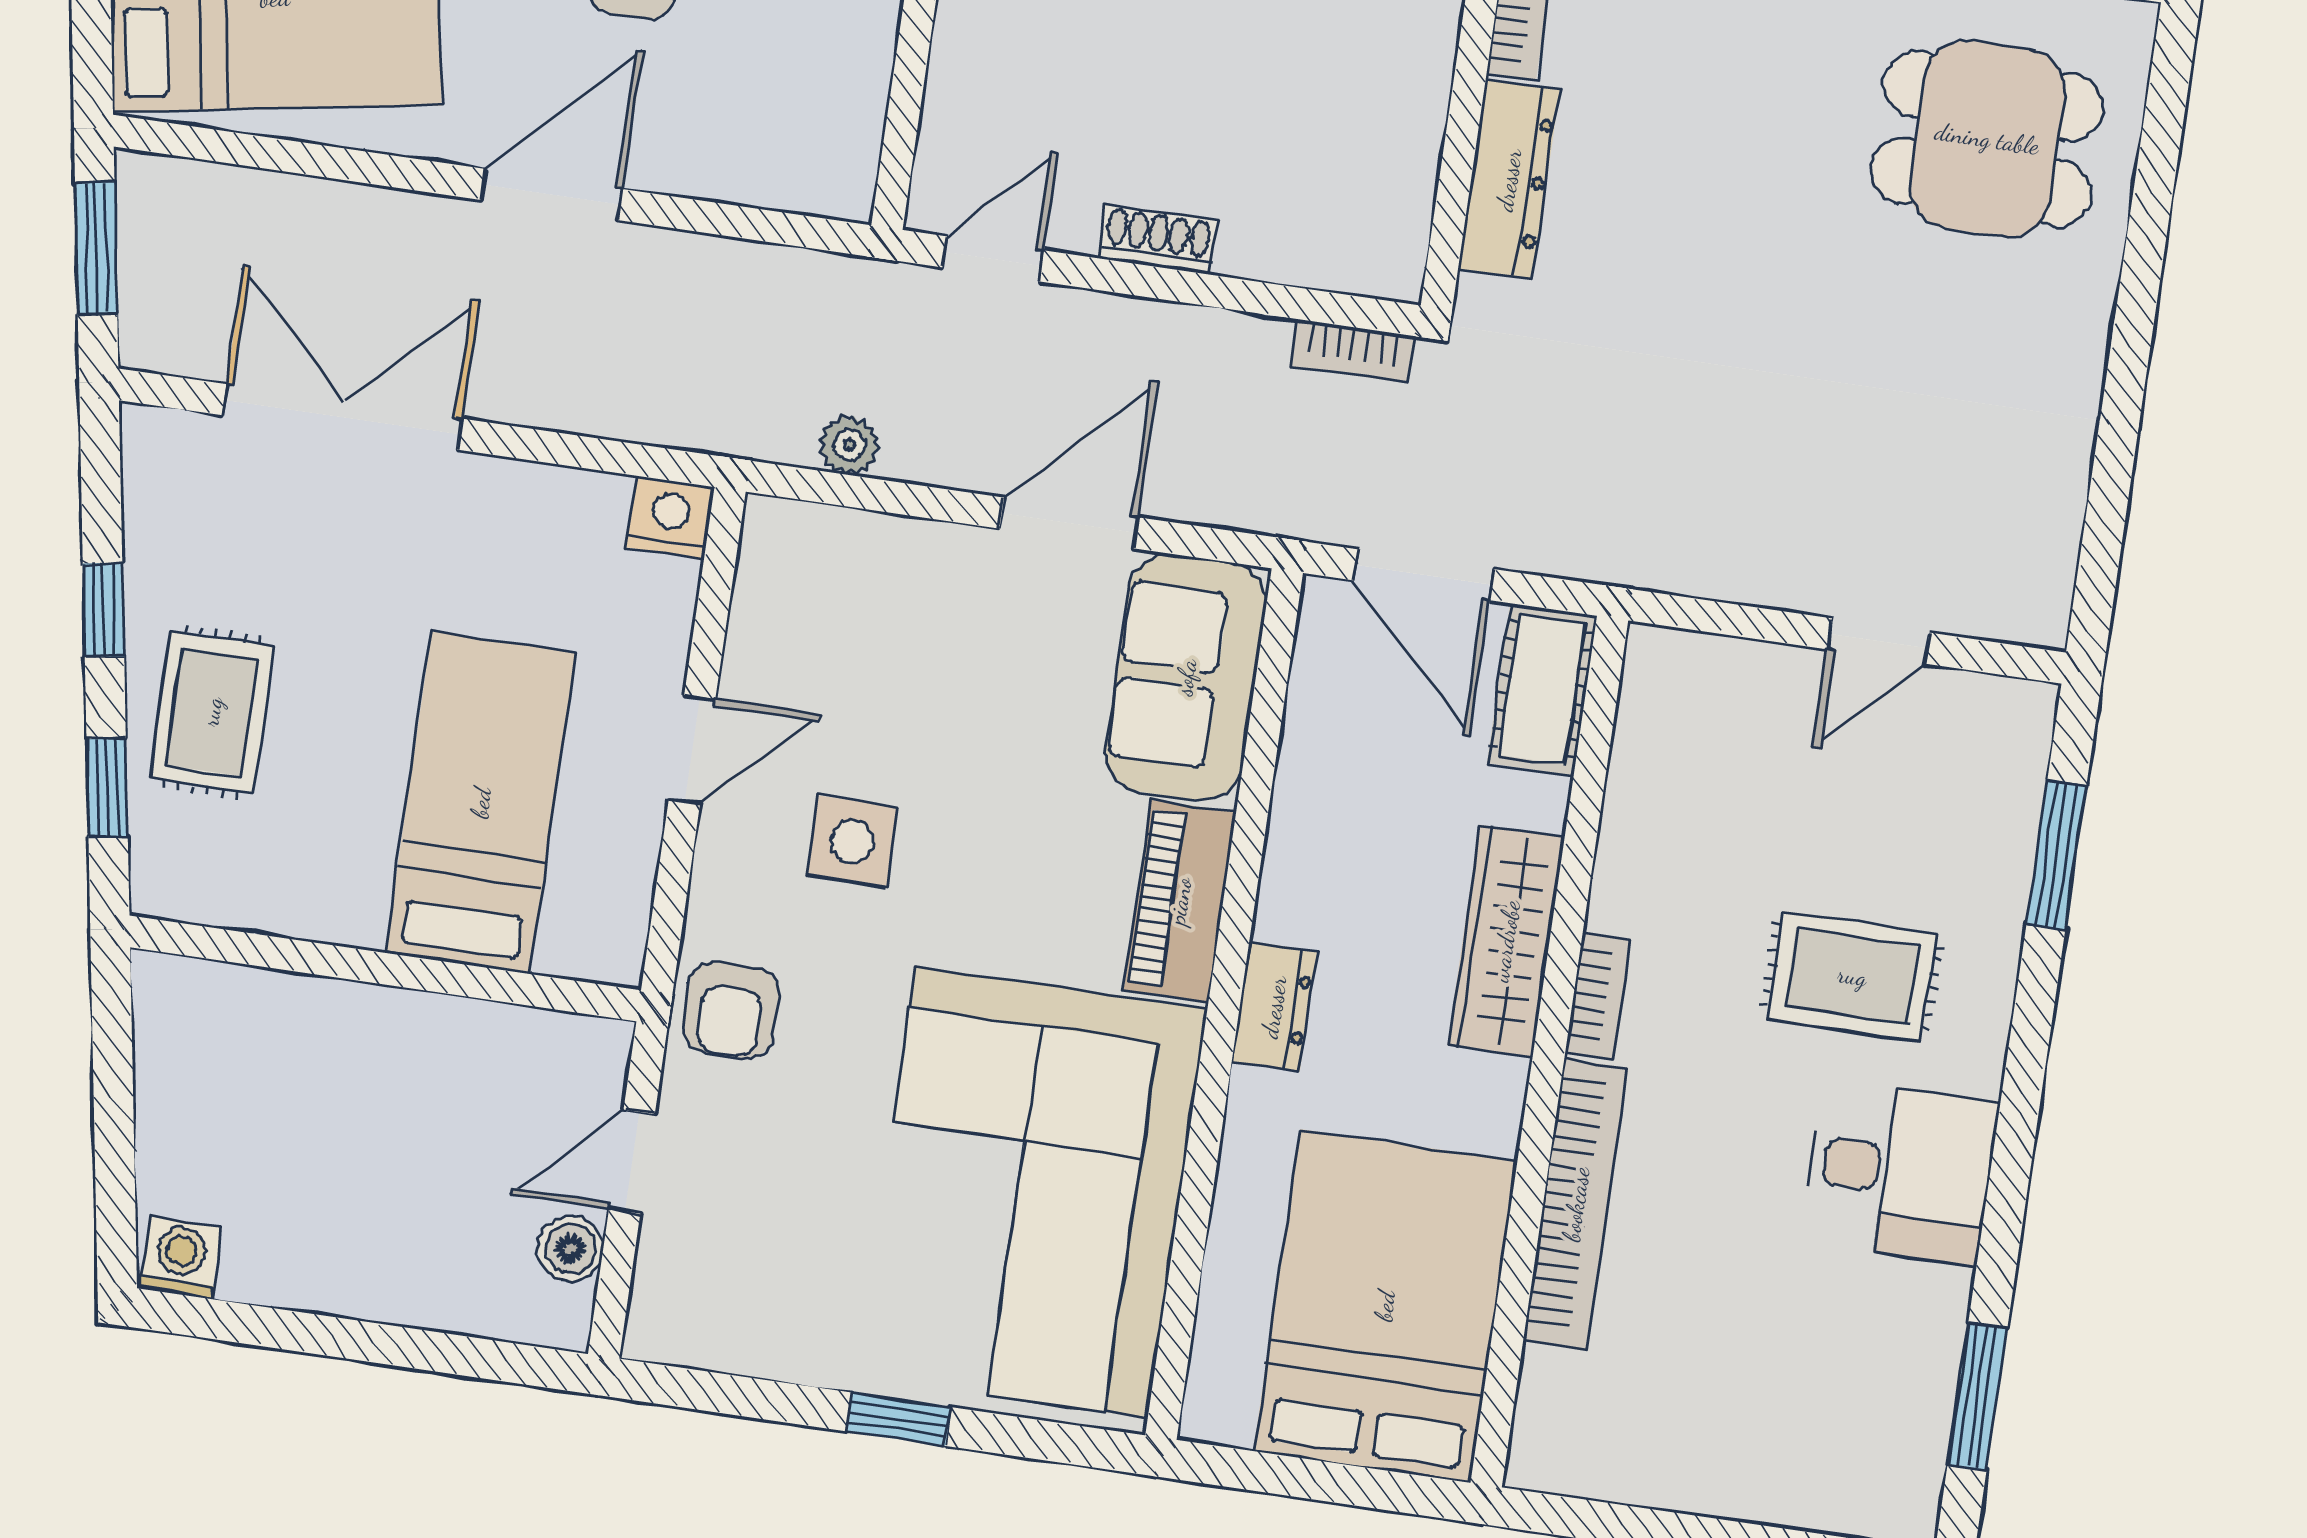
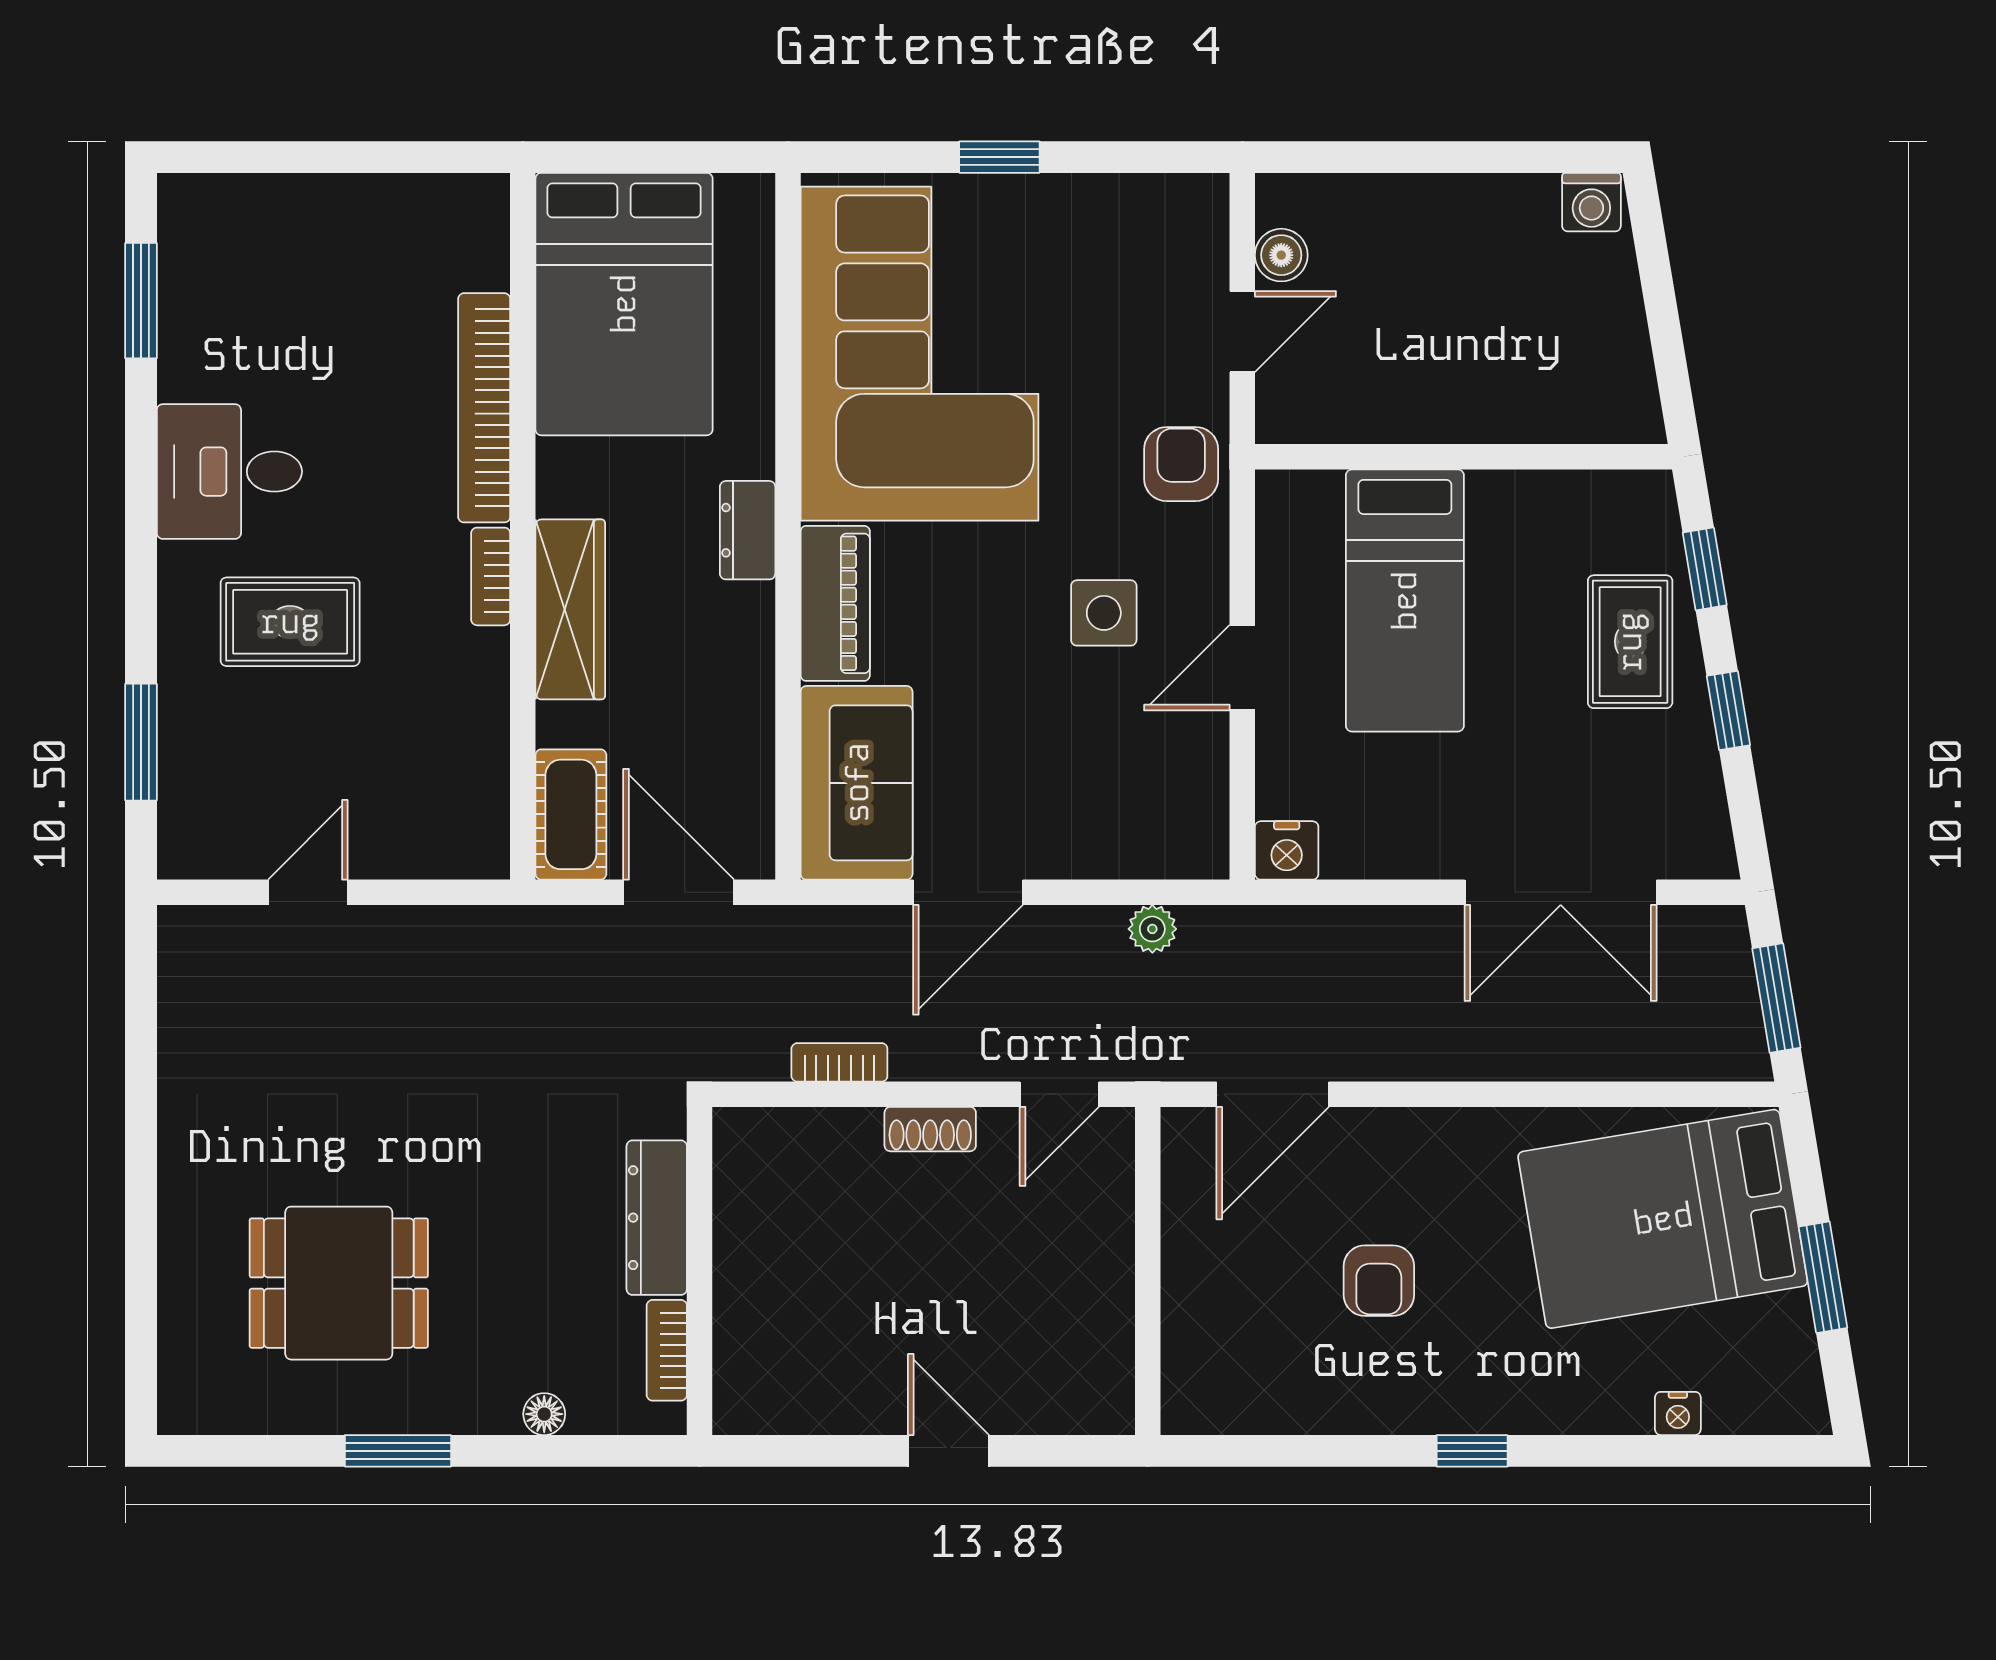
dining table: (1987, 139) -> (339, 1283), moved
door: (552, 195) -> (1273, 1094), moved
bookcase: (1352, 351) -> (839, 1062), moved

